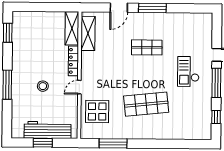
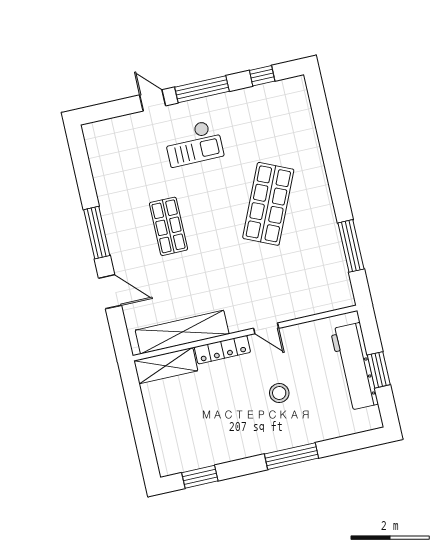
shelving: (88, 33) -> (182, 332), width x1.47
shop shelf: (146, 104) -> (268, 204), turned 30
display table: (97, 111) -> (302, 287), removed

